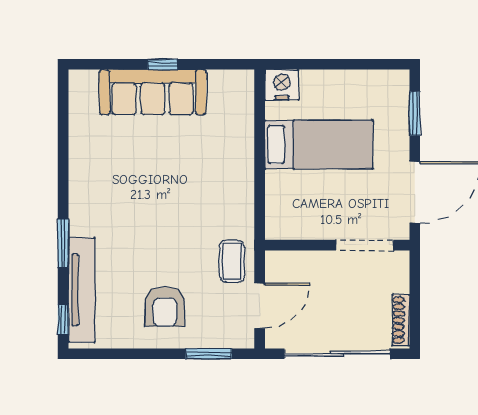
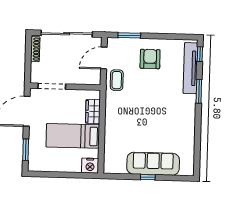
wardrobe: (279, 196) -> (93, 112), added

